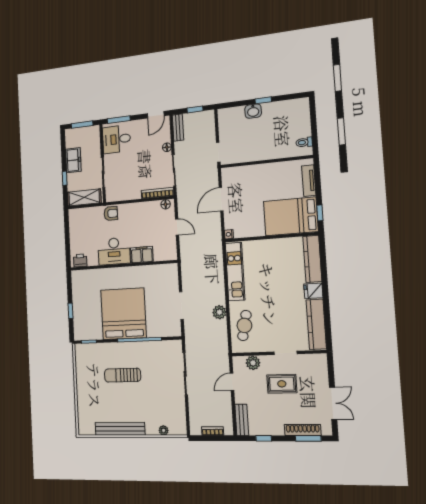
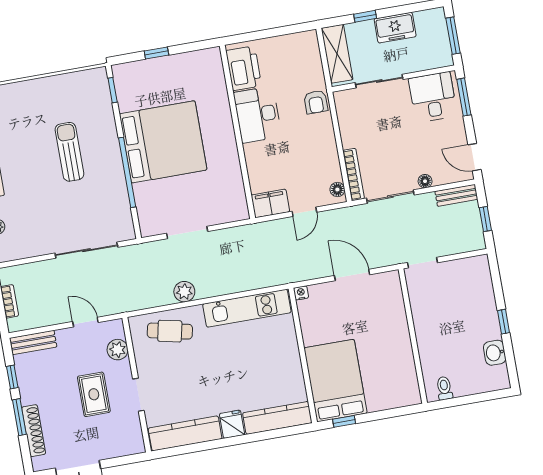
washbasin: (253, 111) -> (495, 353), moved
tv unit: (309, 181) -> (389, 401), removed
filing cabinet: (142, 255) -> (270, 203), moved, turned -90
printer: (80, 260) -> (244, 68), width x1.87, depth x1.48
window: (308, 438) -> (19, 417), moved

